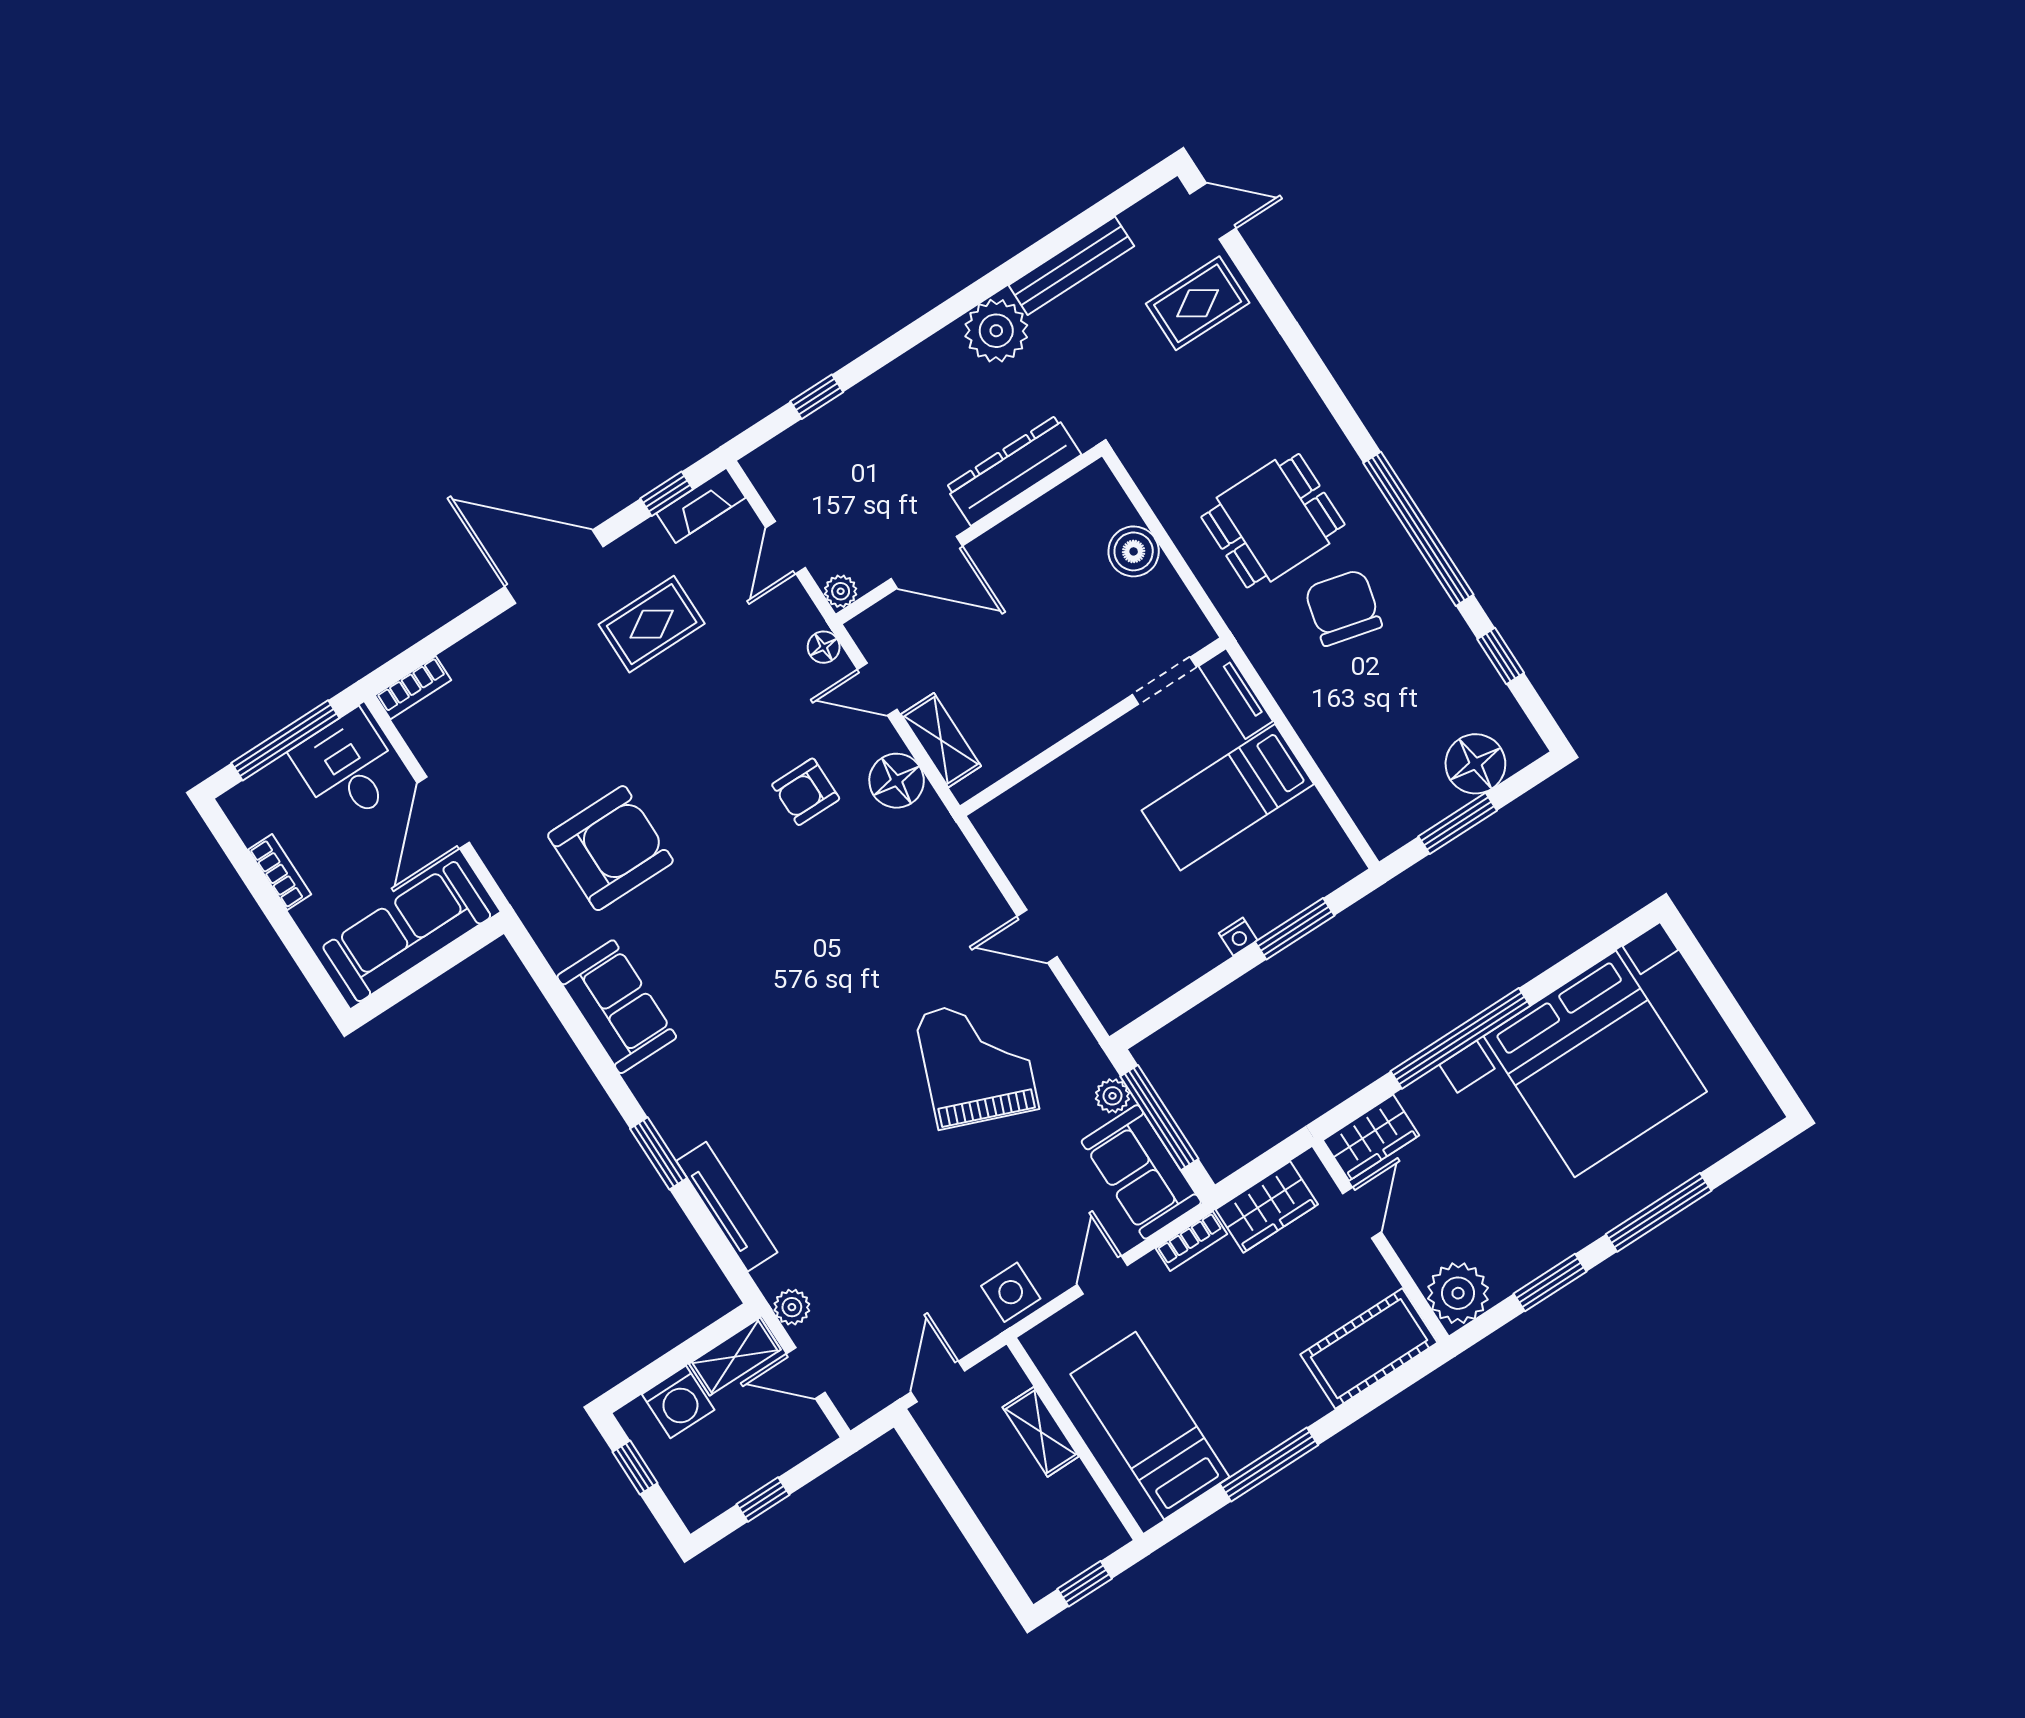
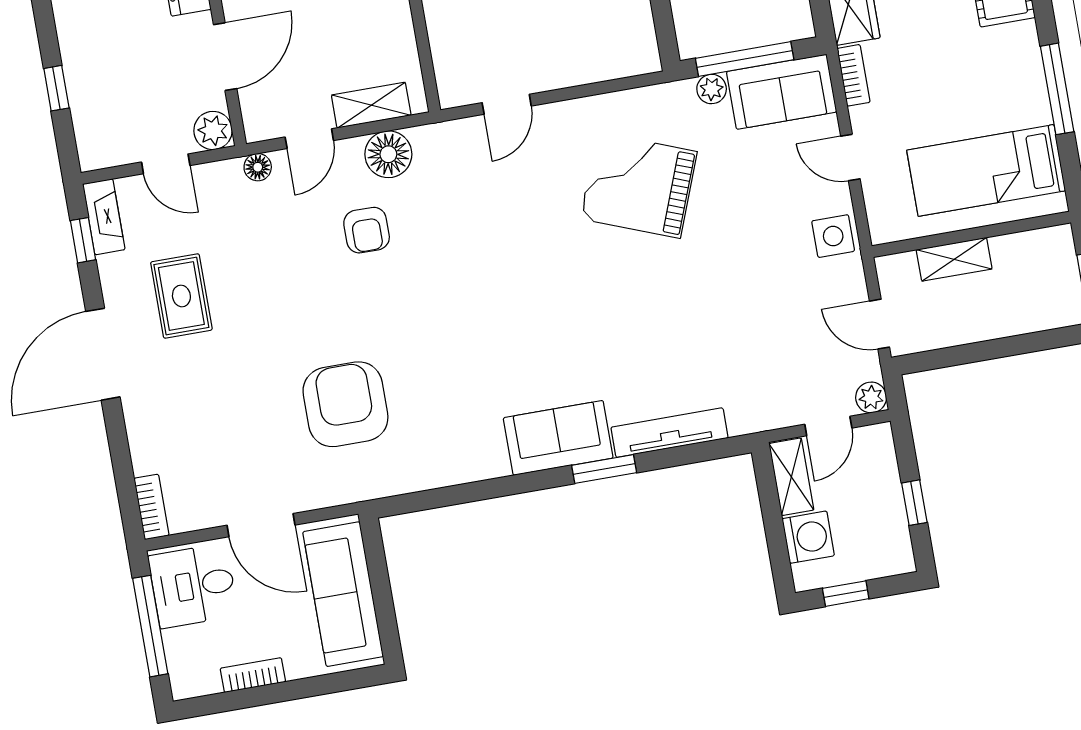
plant: (841, 591) -> (213, 131), width x1.38, depth x1.38
door: (1037, 936) -> (507, 104), moved
sofa: (617, 1007) -> (558, 438), moved
plant: (792, 1307) -> (871, 397), moved

